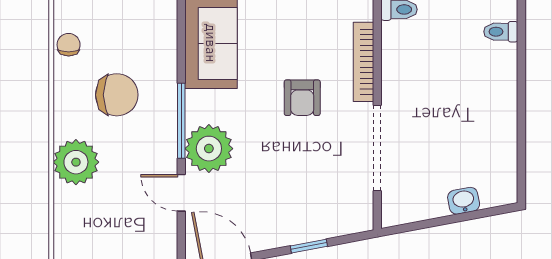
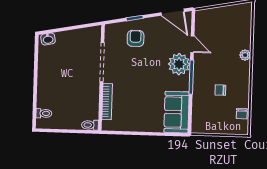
chair: (117, 95) -> (220, 90), width x0.54, depth x0.54
armchair: (302, 98) -> (136, 38), moved
plant: (76, 162) -> (245, 55), width x0.53, depth x0.53
washbasin: (464, 201) -> (48, 39), moved

